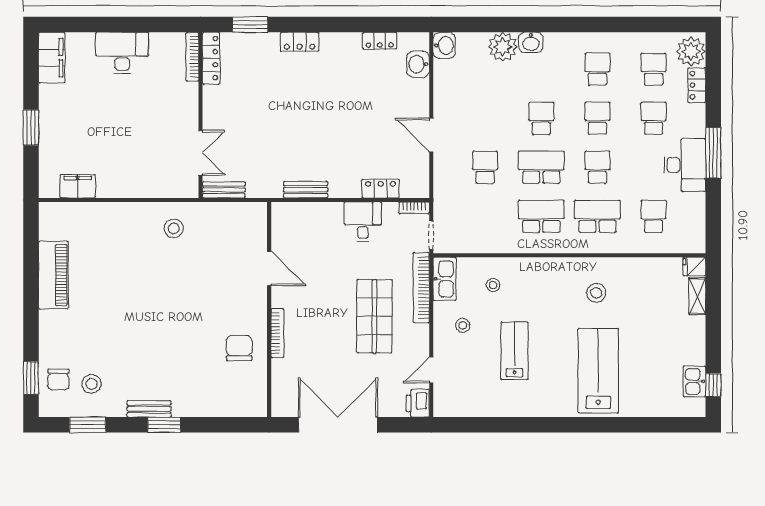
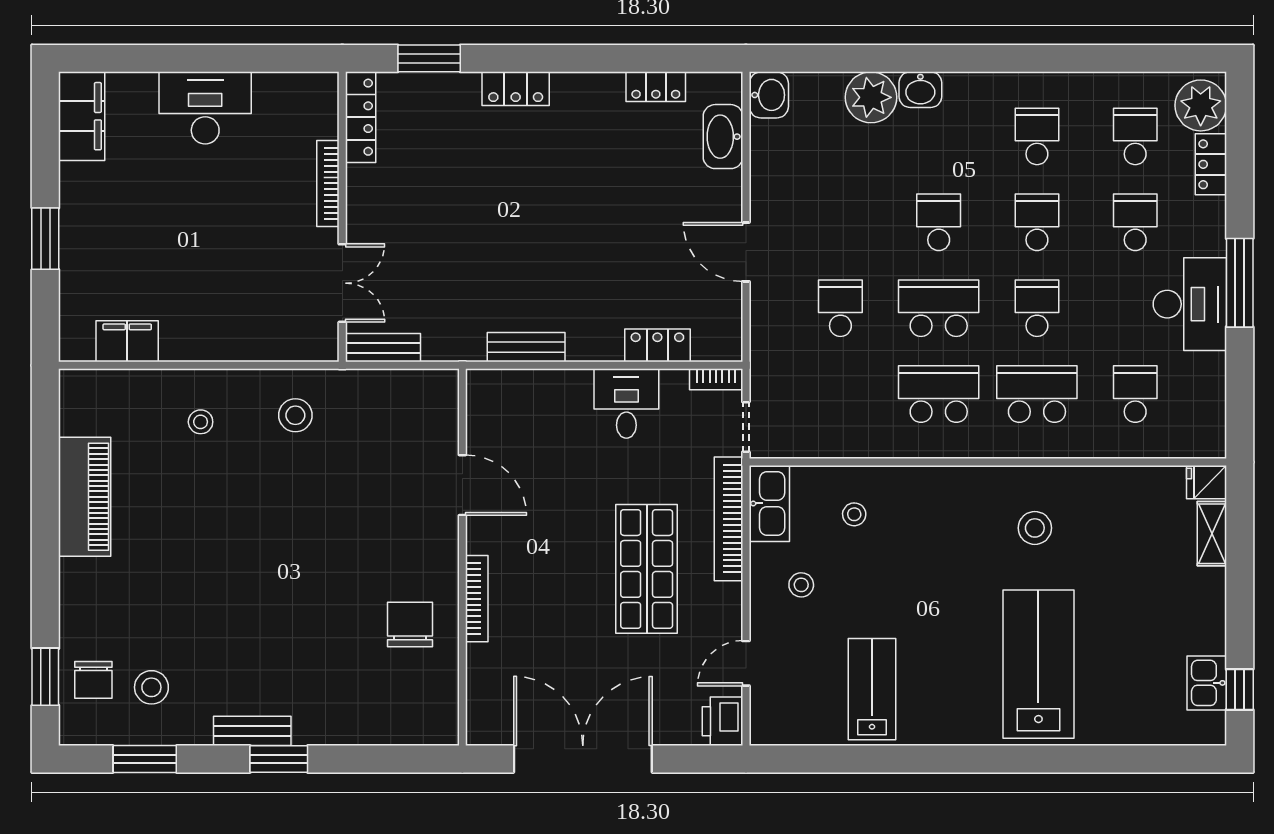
bookcase: (192, 57) -> (328, 183), moved
washbasin: (418, 64) -> (723, 137), width x1.38
stool: (120, 232) -> (201, 422), added
lab bench: (514, 351) -> (872, 689), moved

